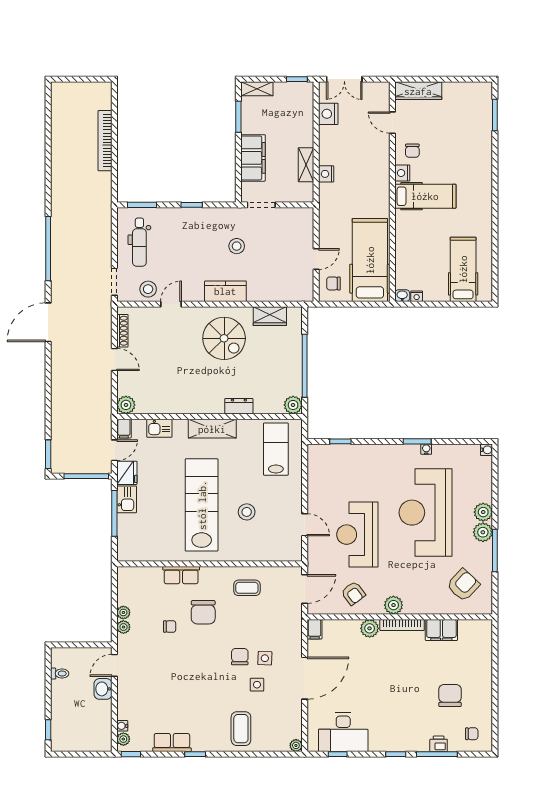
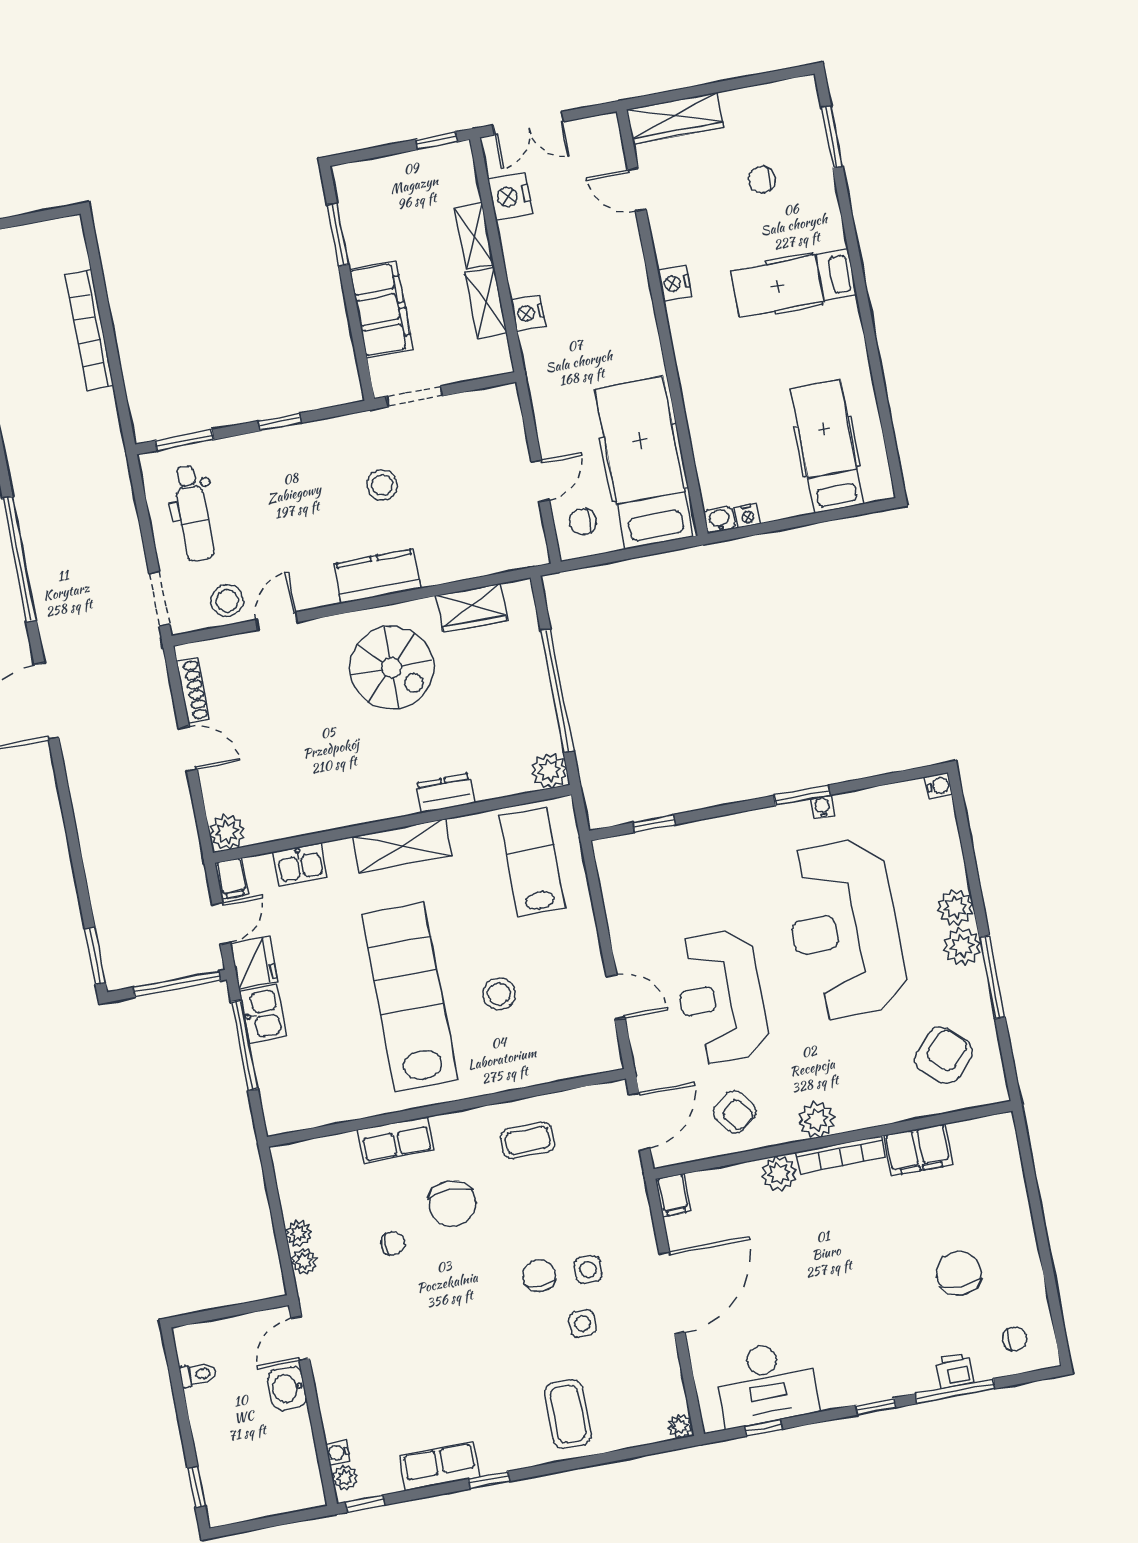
shelving: (257, 89) -> (474, 236), moved, turned 90
chair: (412, 151) -> (762, 180), moved, turned 90
hospital bed: (425, 196) -> (794, 283), moved, turned 180

